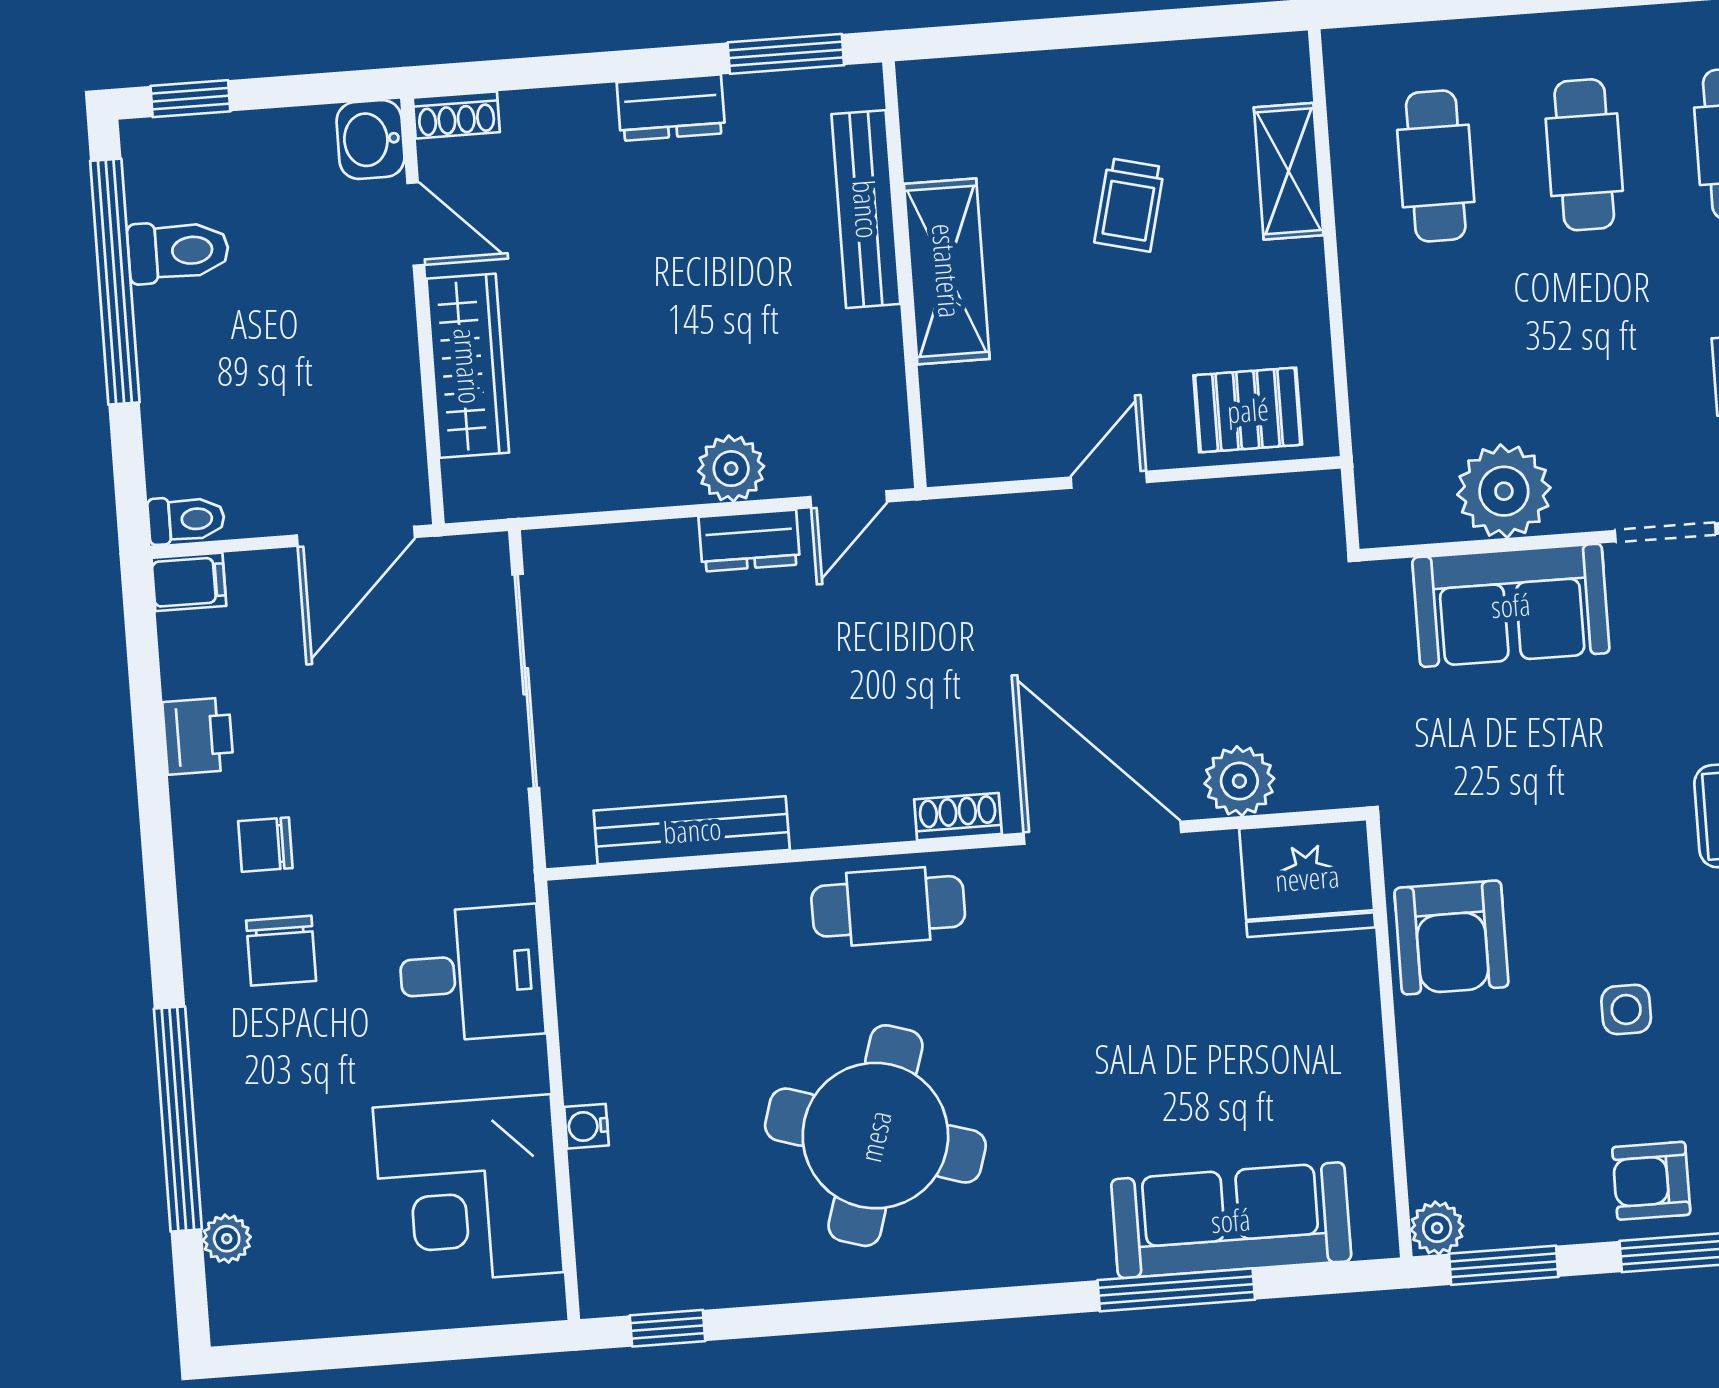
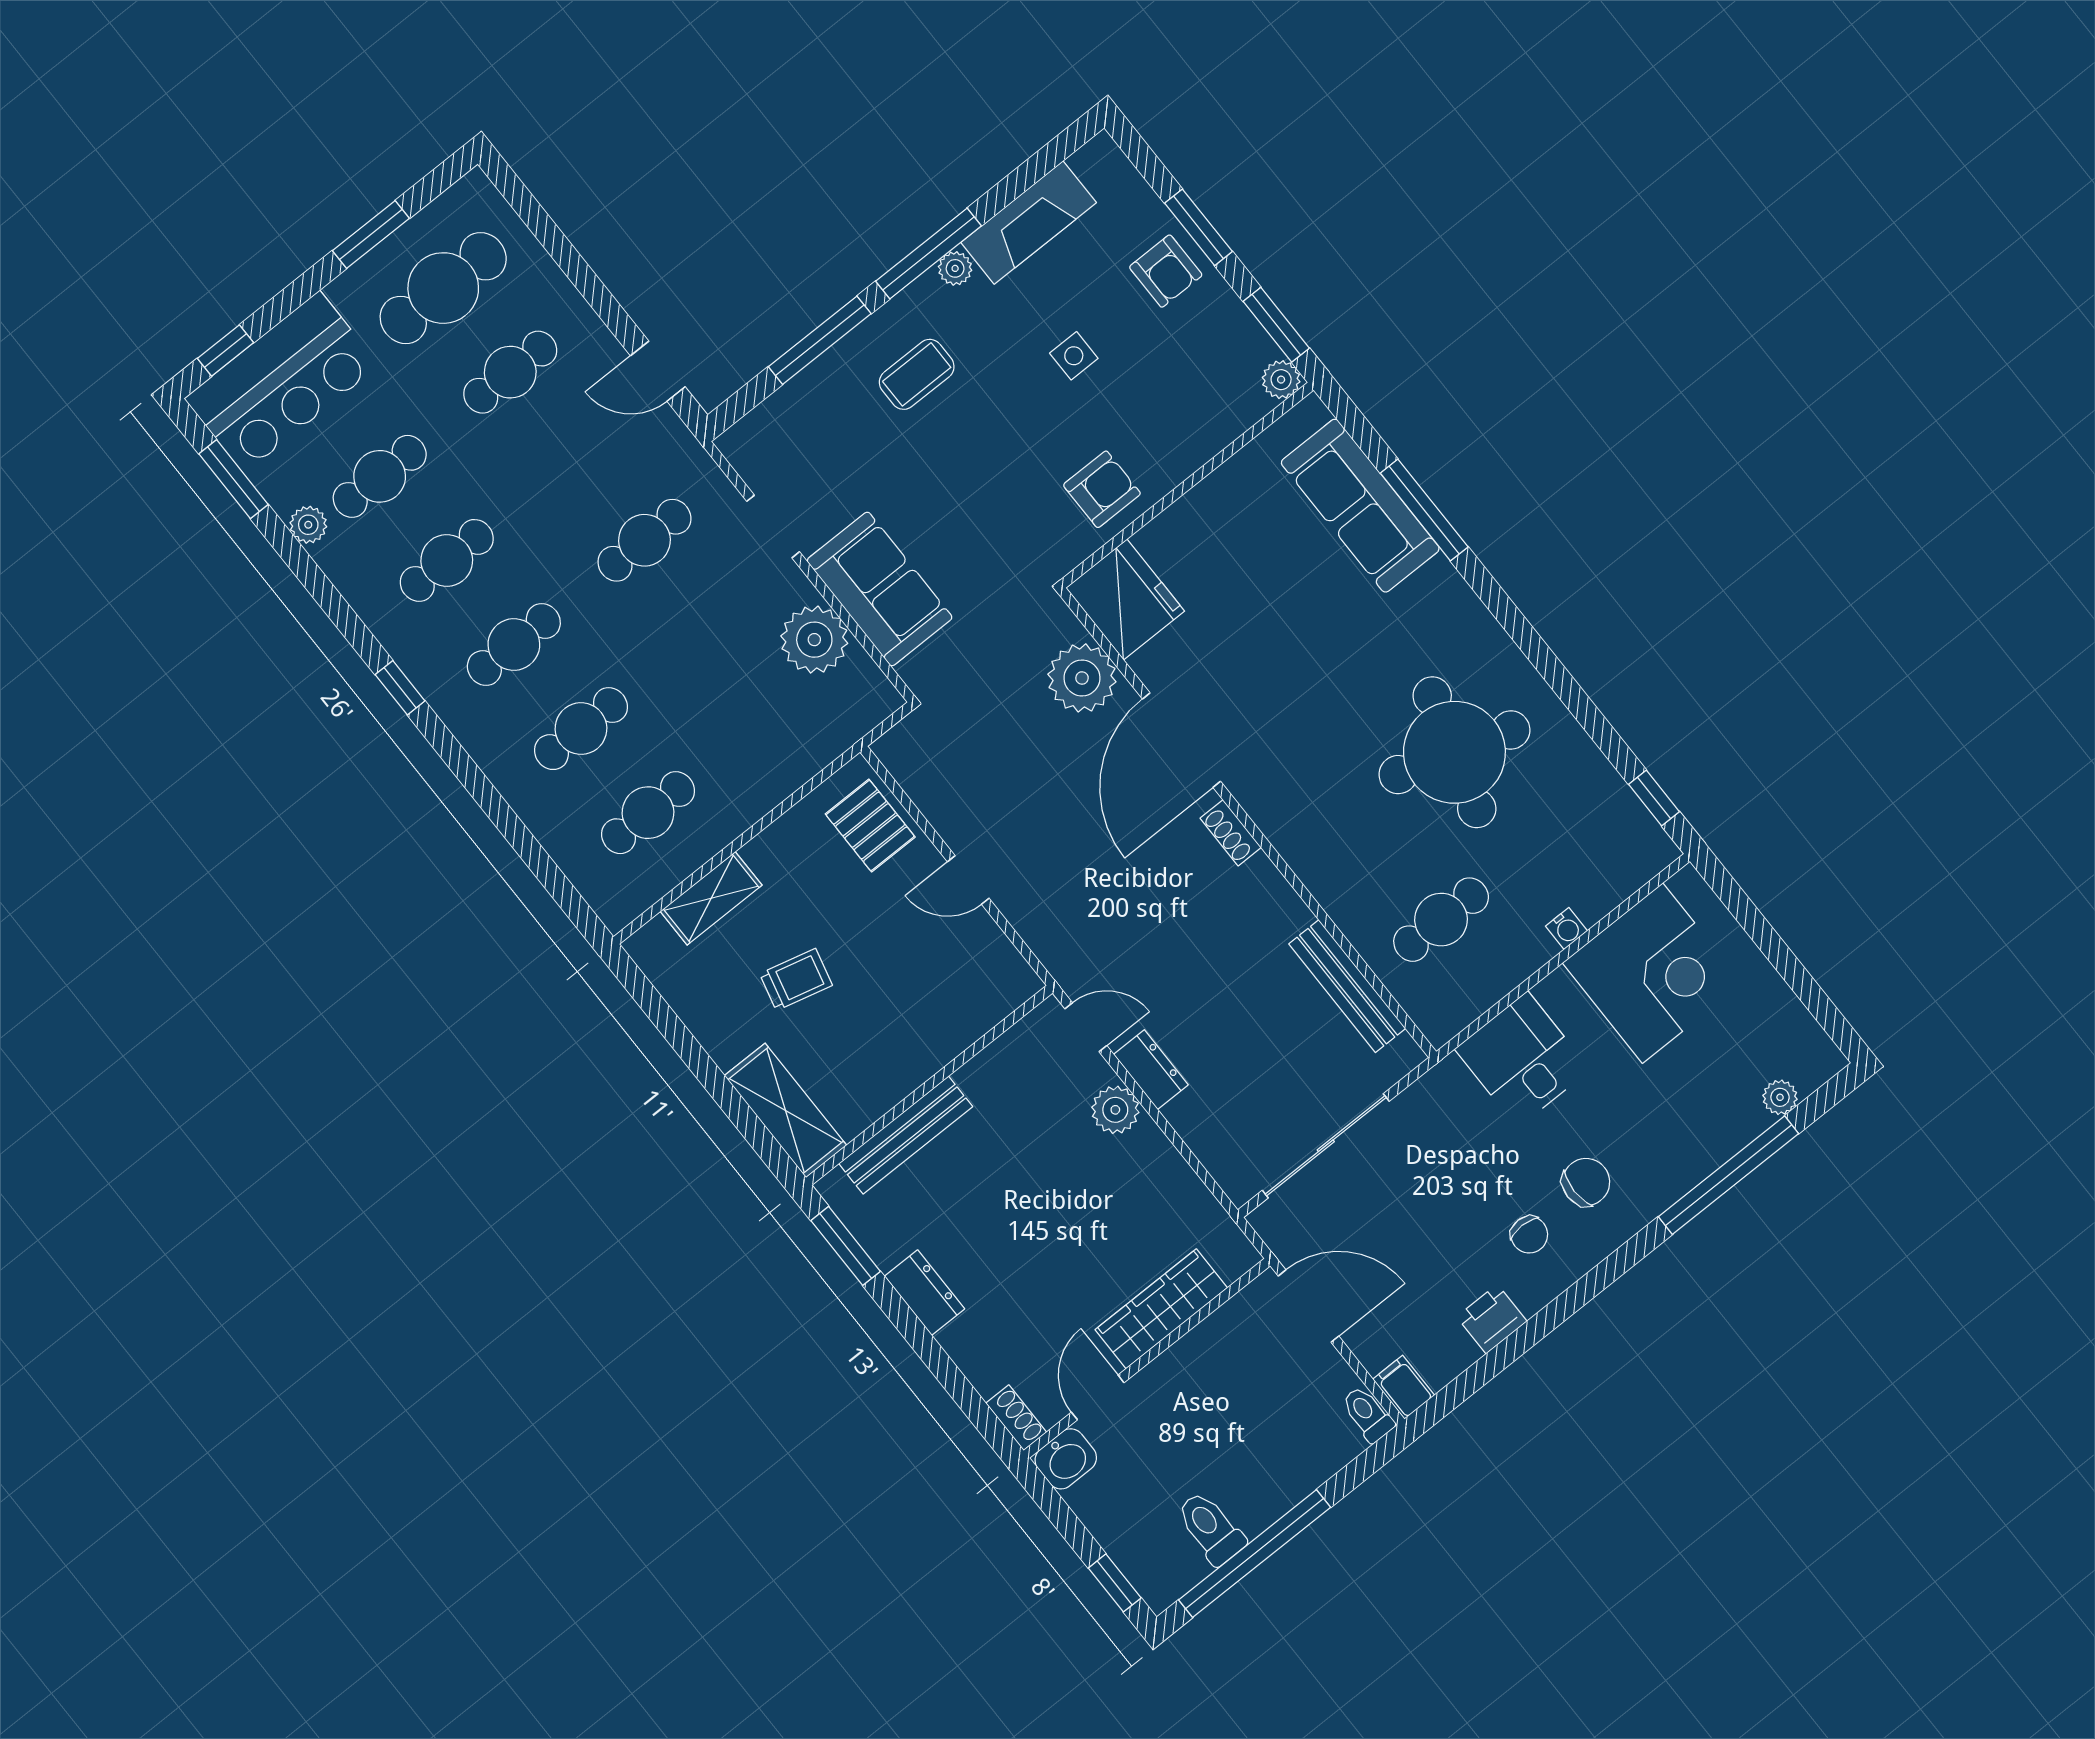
shelving: (947, 271) -> (786, 1110), moved, turned 90
plant: (1239, 781) -> (1082, 678), width x1.36, depth x1.36
cafe table: (888, 906) -> (1441, 920), moved, turned 90
armchair: (1451, 937) -> (1102, 489), width x0.72, depth x0.72

